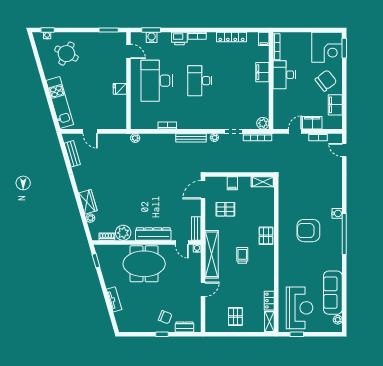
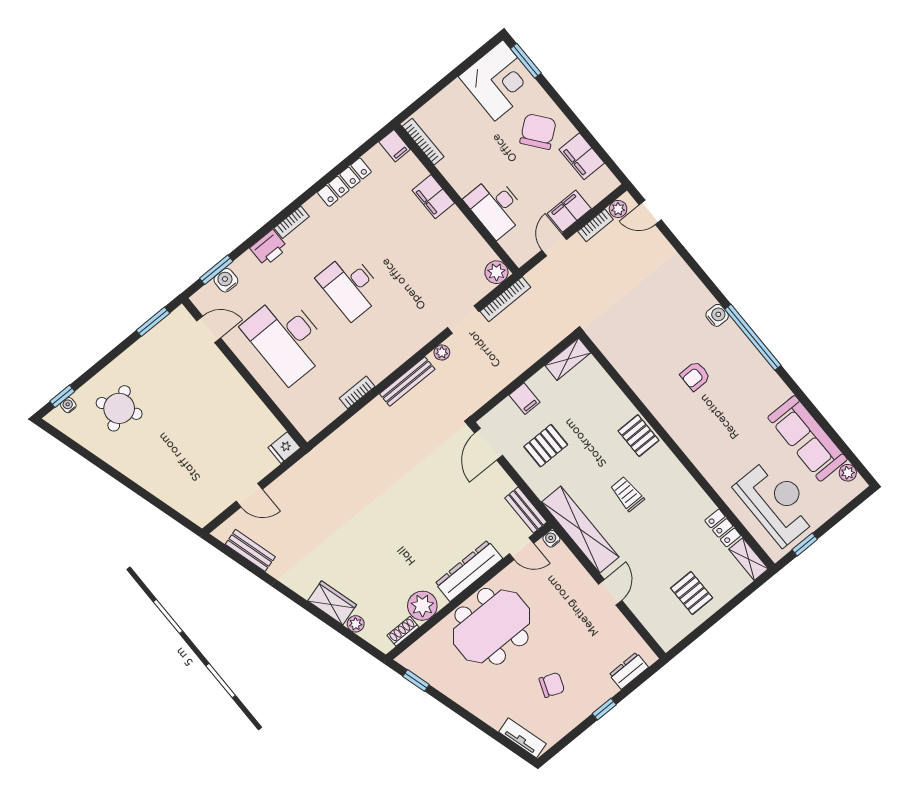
round table: (66, 54) -> (119, 408), turned 30
desk: (284, 75) -> (496, 207), moved
fridge: (120, 89) -> (284, 448), moved
kitchen unit: (60, 103) -> (169, 489), removed
plant: (135, 138) -> (618, 209), moved
armchair: (308, 231) -> (695, 376), width x0.53, depth x0.53
tv unit: (114, 299) -> (522, 738), moved
chair: (165, 317) -> (552, 685), moved

